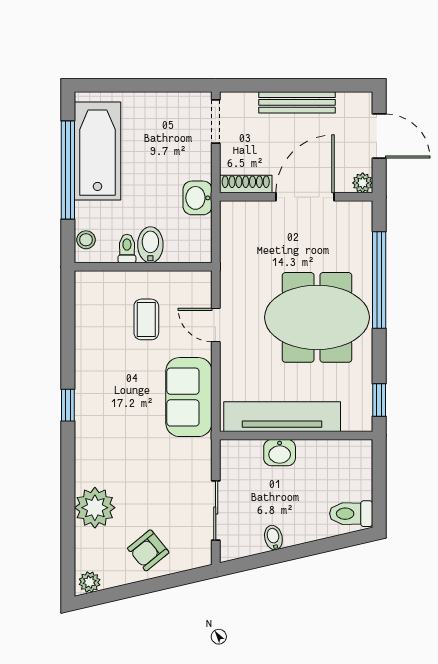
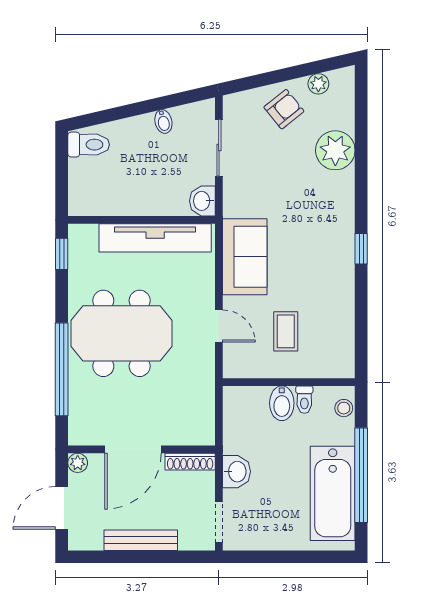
door: (379, 136) -> (62, 508), hinge flipped
washbasin: (197, 198) -> (237, 472), moved
washbasin: (280, 453) -> (202, 201), moved, turned -90
plant: (90, 582) -> (318, 84), moved

